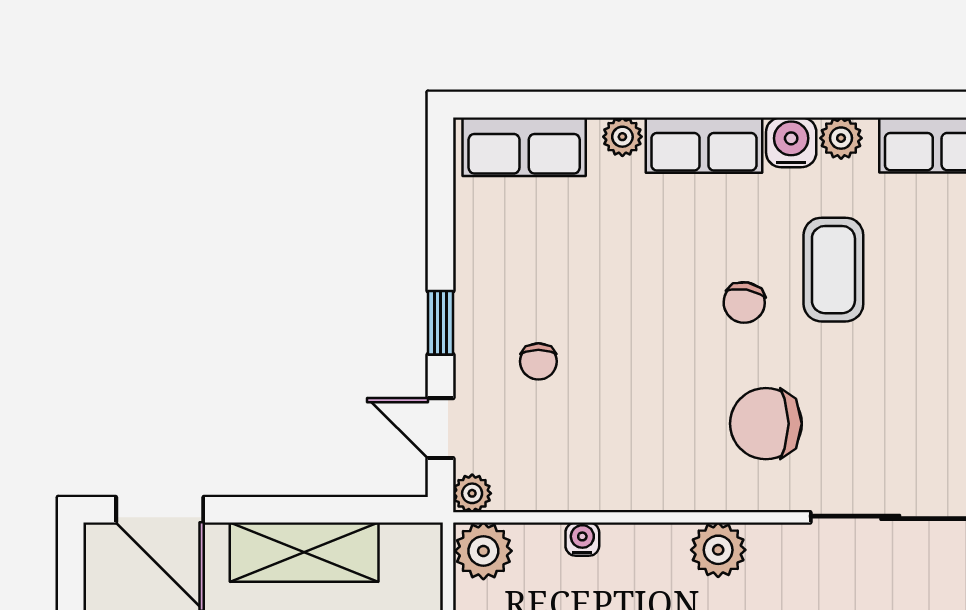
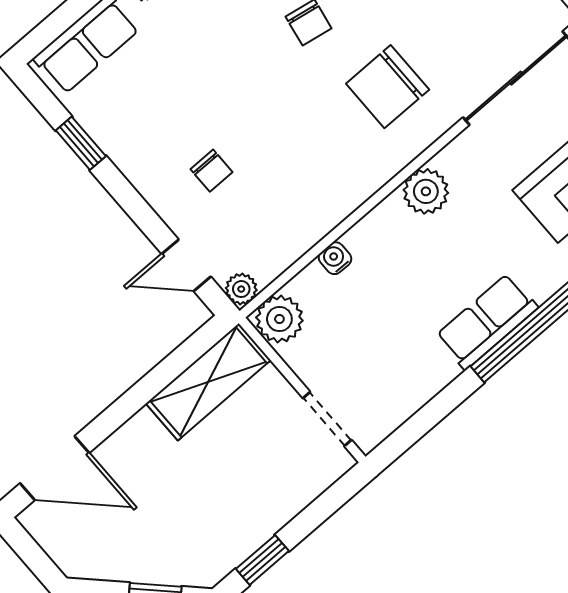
window: (440, 323) -> (81, 143), moved
shelving: (304, 552) -> (208, 382), moved

